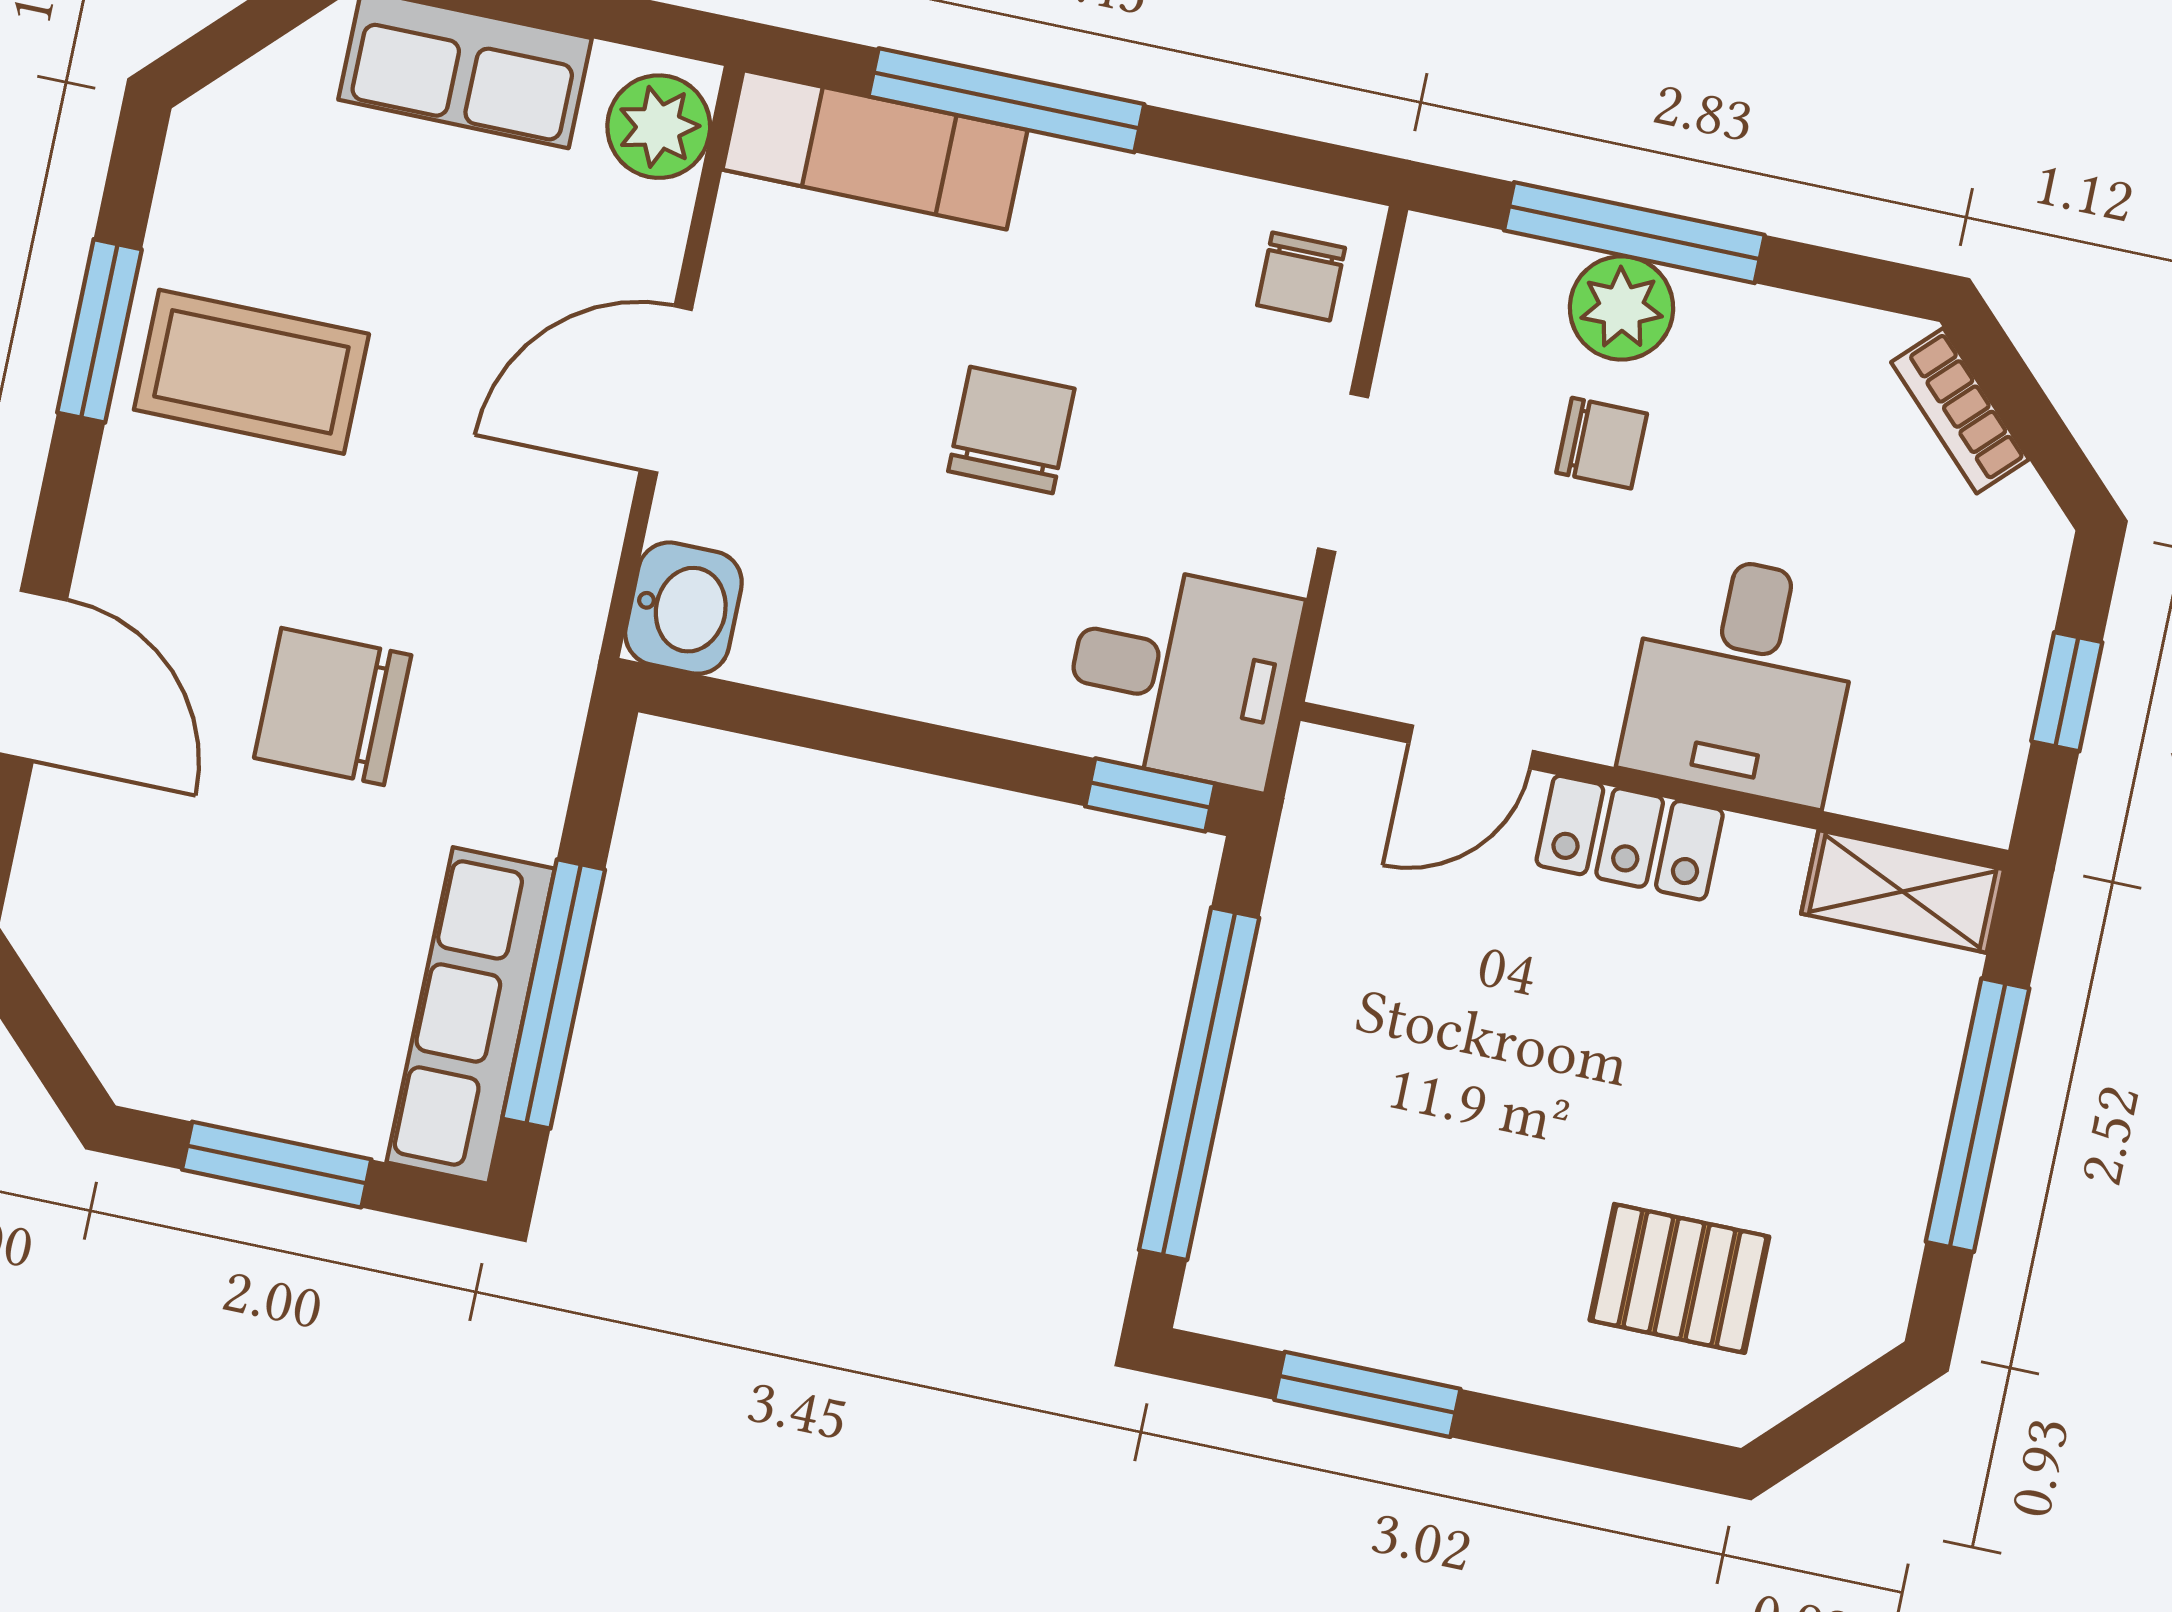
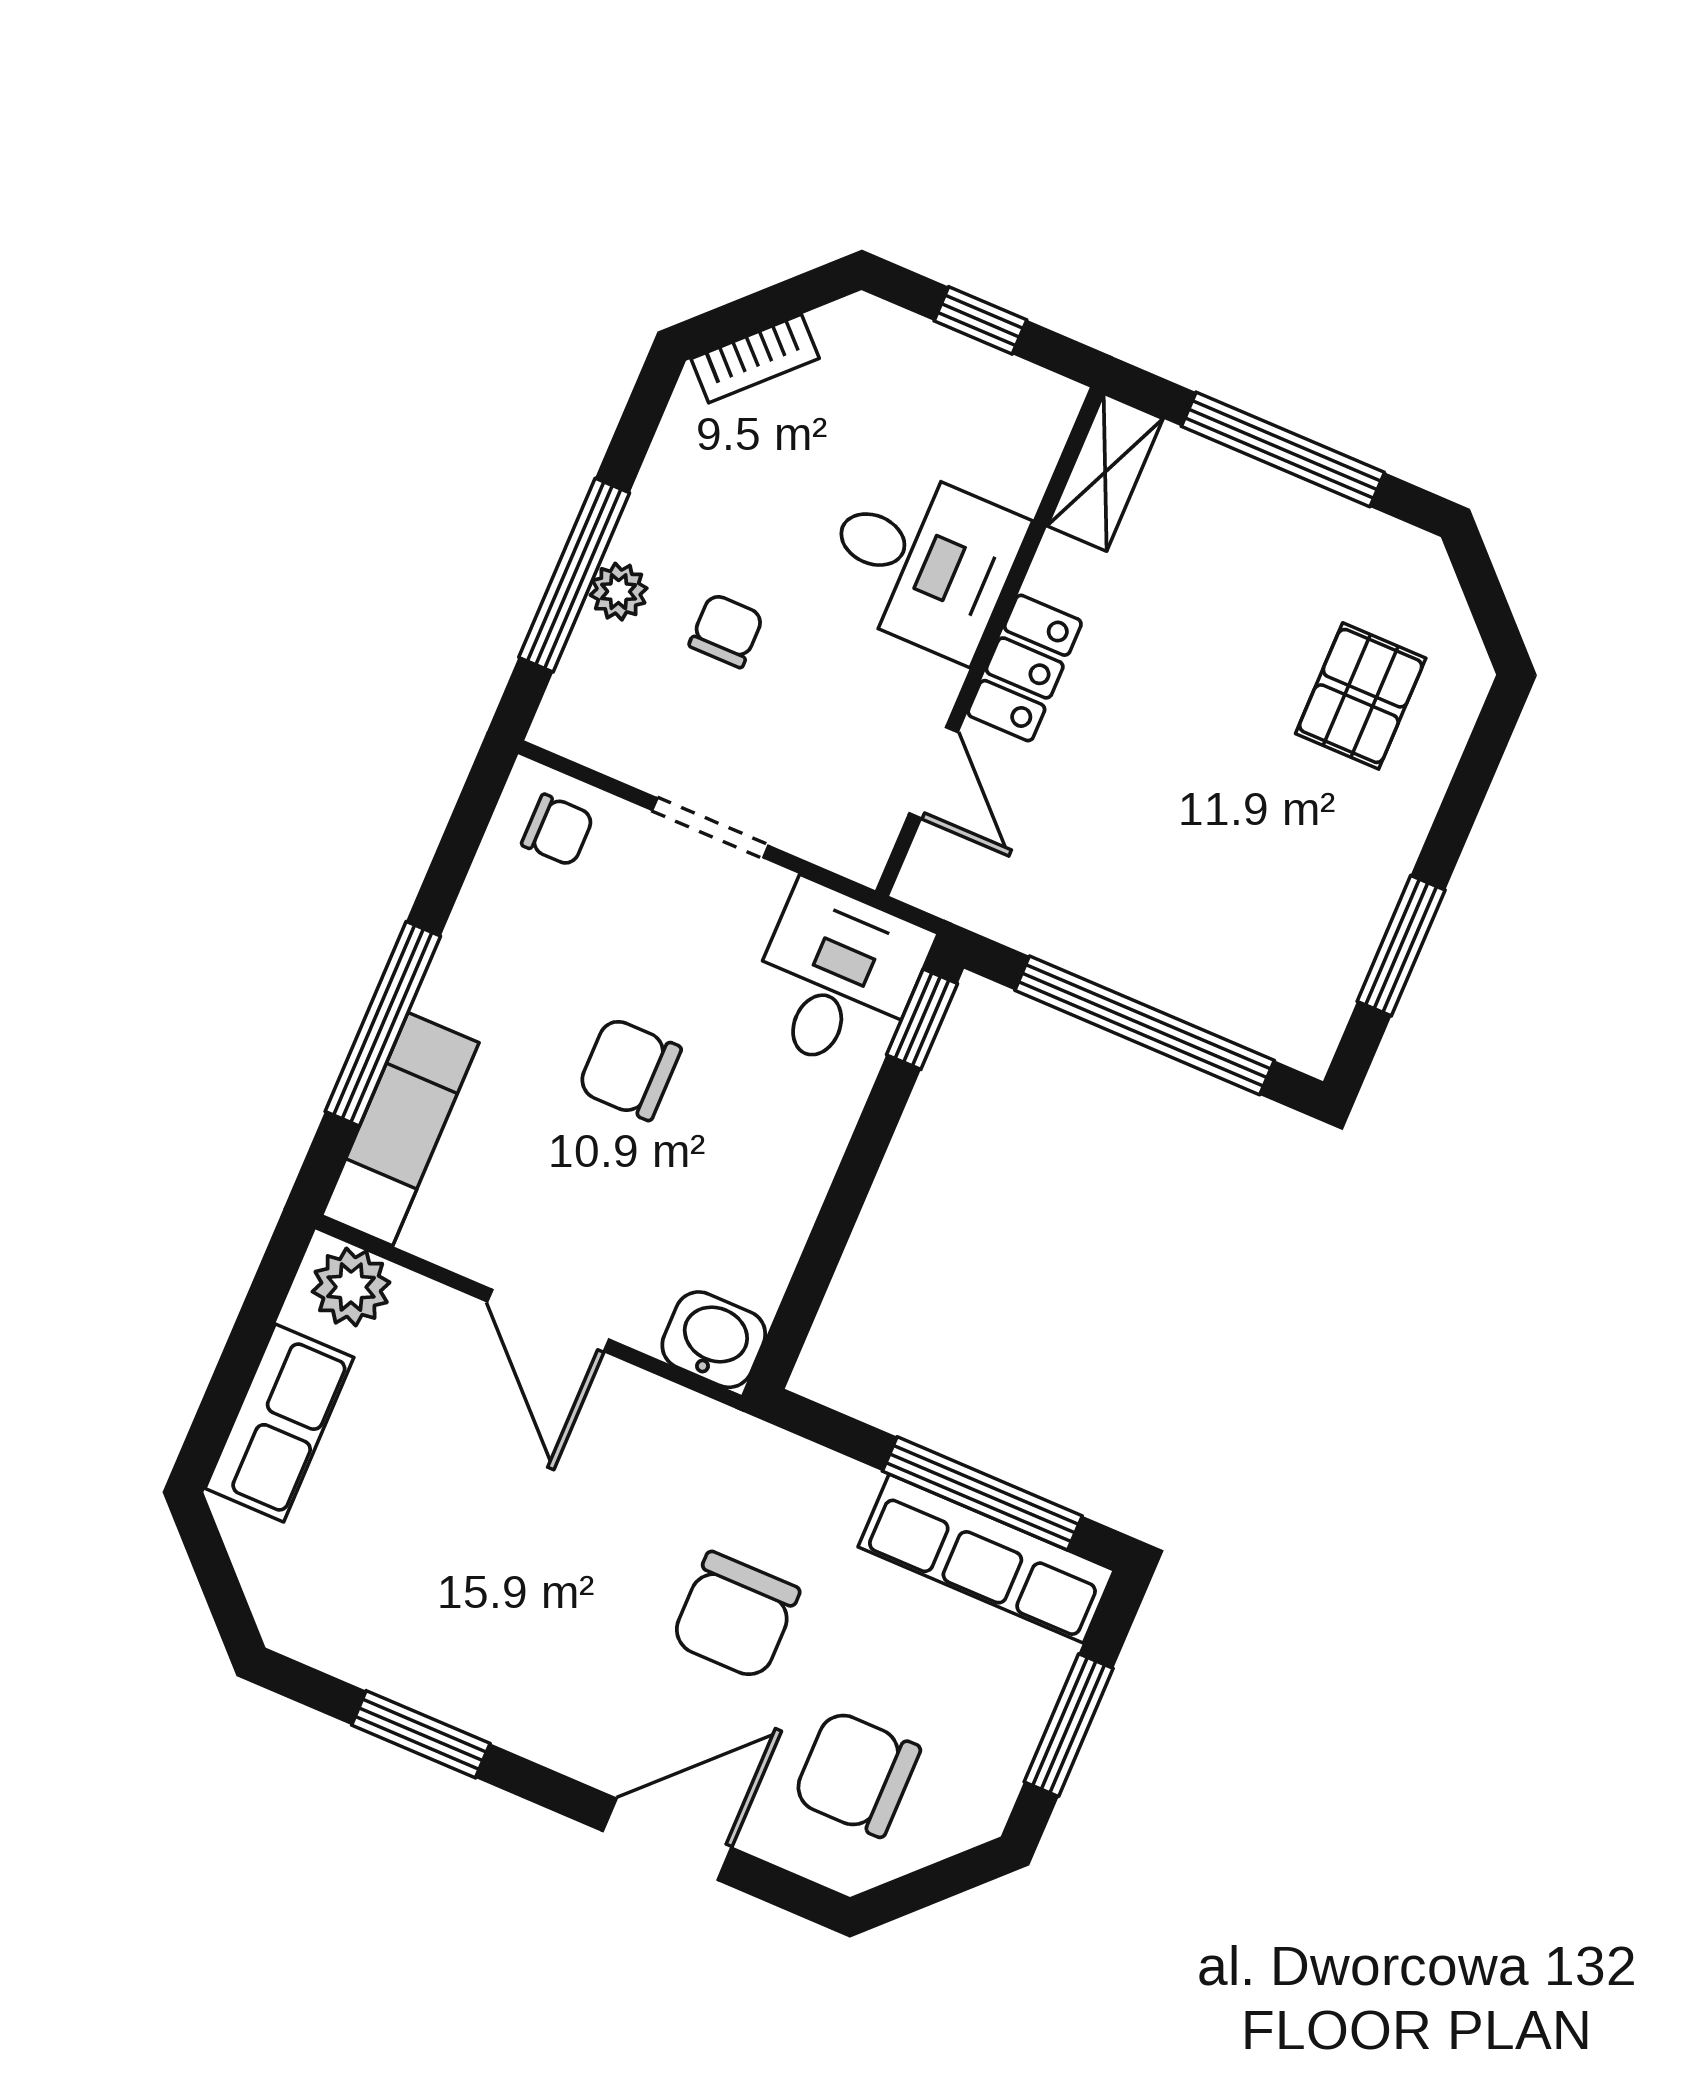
plant: (1621, 308) -> (619, 592), width x0.73, depth x0.73
coffee table: (251, 372) -> (474, 1627), removed
chair: (160, 903) -> (856, 1774), added

